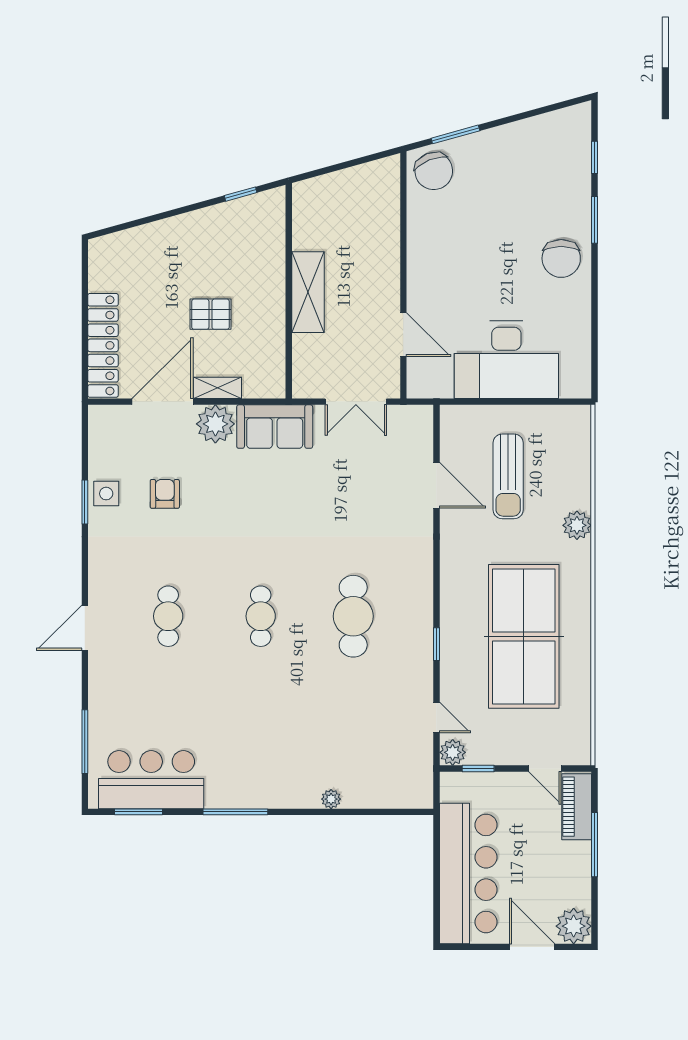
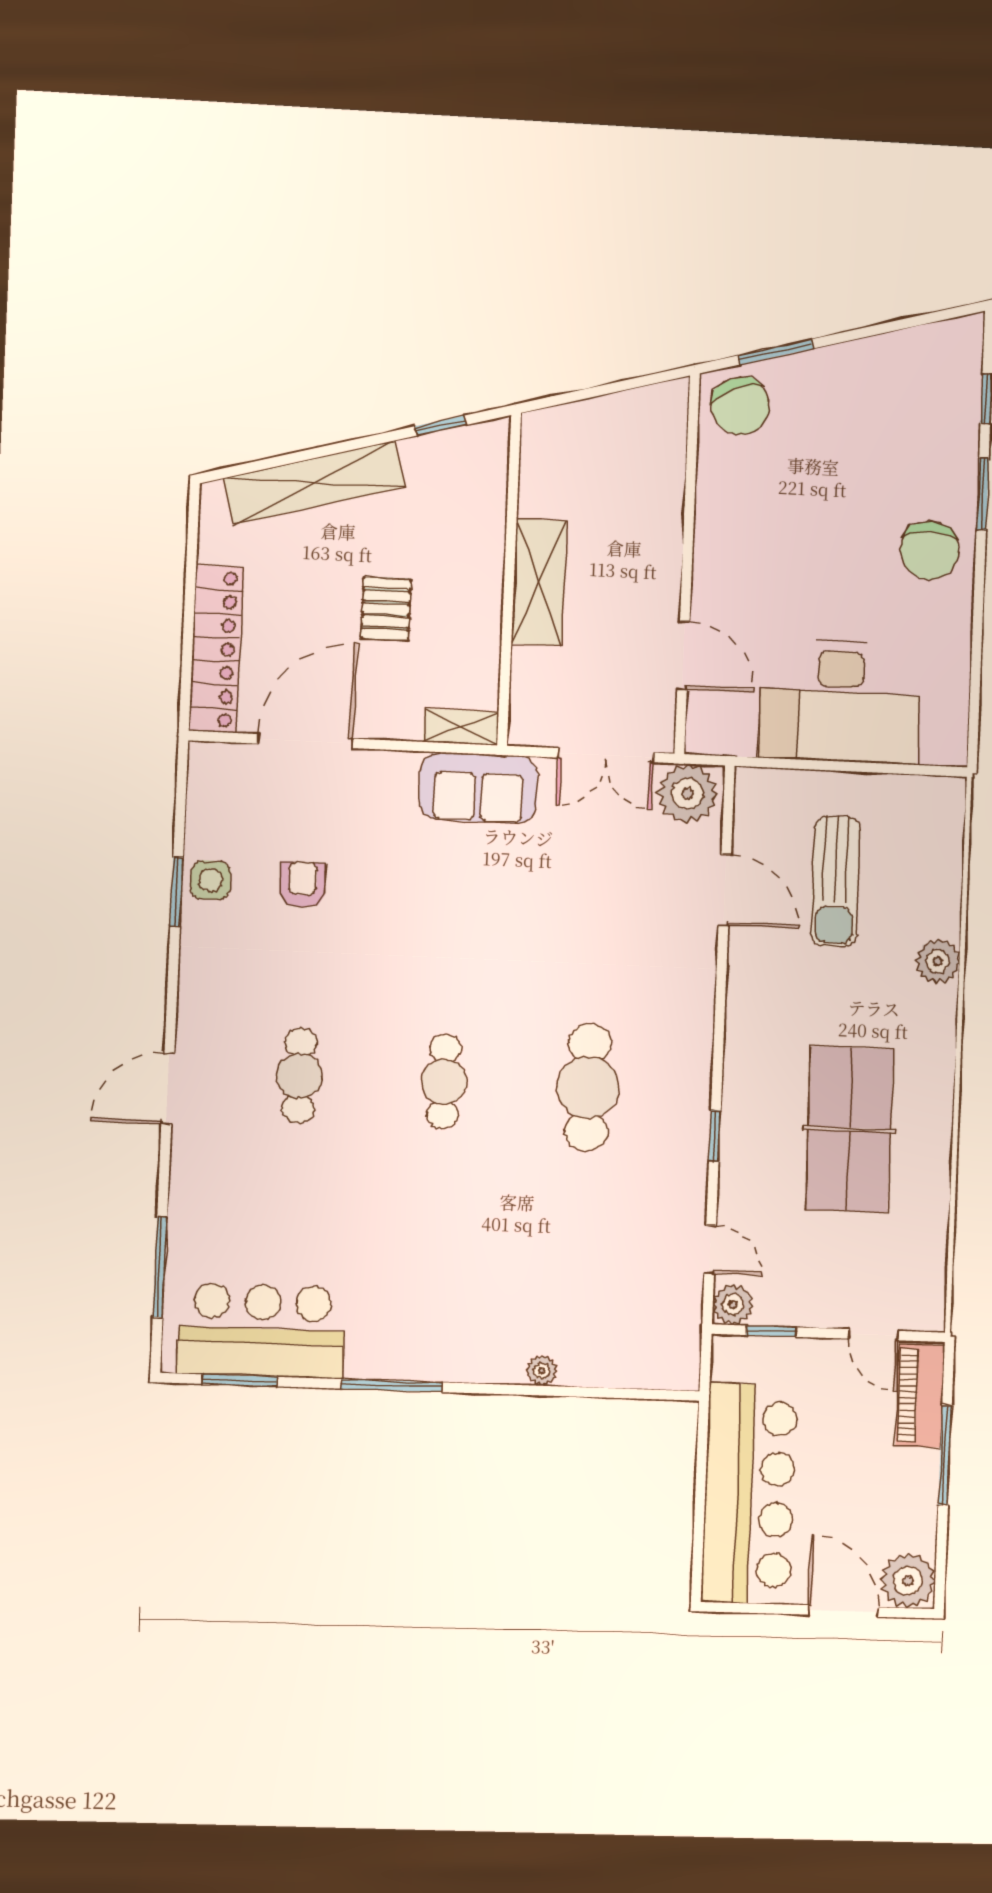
shelving: (161, 235) -> (314, 483), added
pallet: (210, 314) -> (386, 609), turned 90
shelving: (217, 388) -> (461, 727), moved
plant: (215, 424) -> (687, 794), moved
table tennis table: (524, 636) -> (849, 1129), width x0.73, depth x0.76

